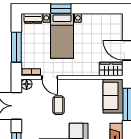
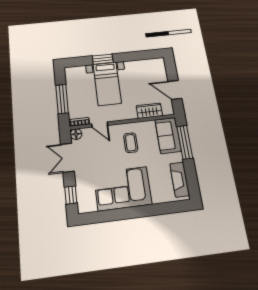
dresser: (33, 18) -> (76, 71), removed
wardrobe: (111, 69) -> (149, 111), moved
coffee table: (59, 105) -> (131, 143), moved

